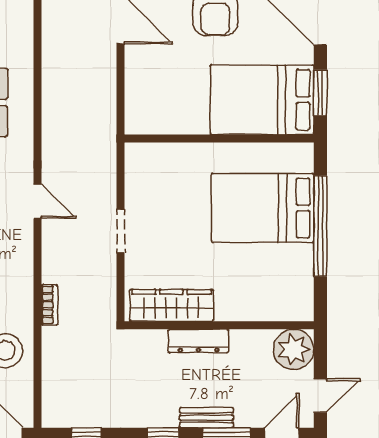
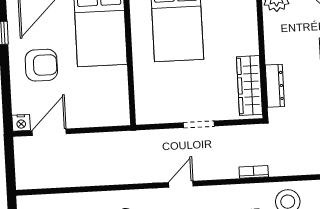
dresser: (199, 341) -> (275, 86), moved

